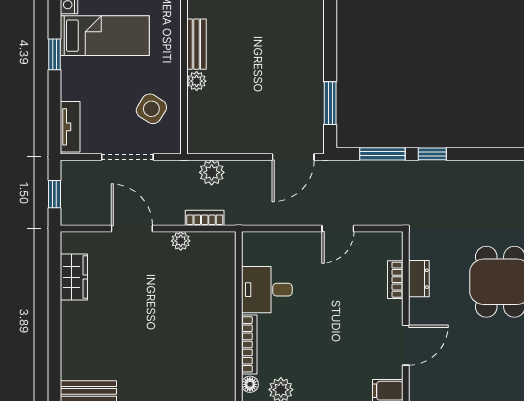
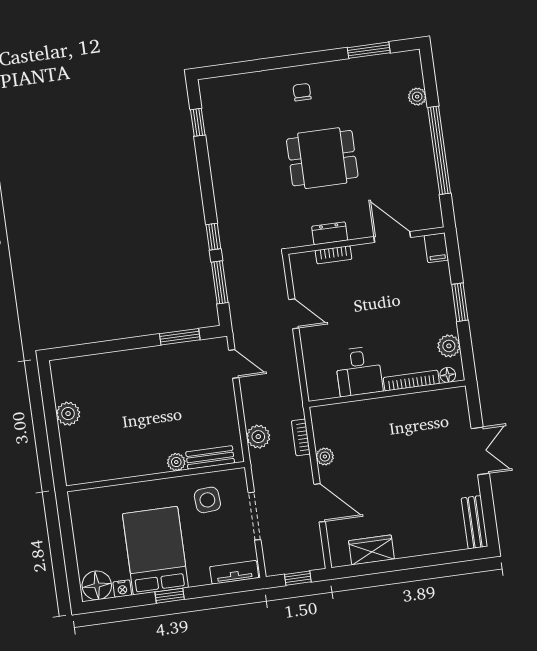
bed: (105, 36) -> (155, 551), width x1.50
bench: (196, 44) -> (210, 457), moved
side table: (151, 109) -> (207, 500), turned -36
door: (293, 157) -> (234, 364), width x0.73
door: (132, 228) -> (320, 503), swing flipped

